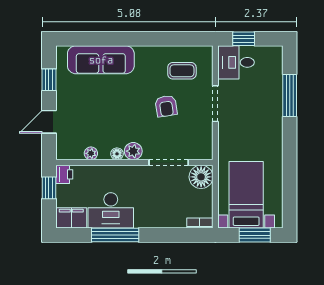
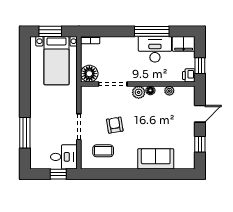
sofa: (101, 60) -> (156, 159), width x0.73

